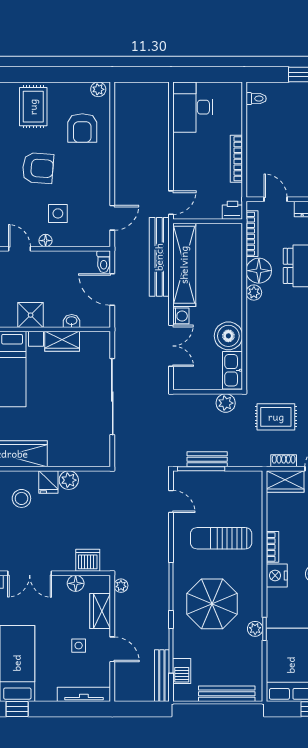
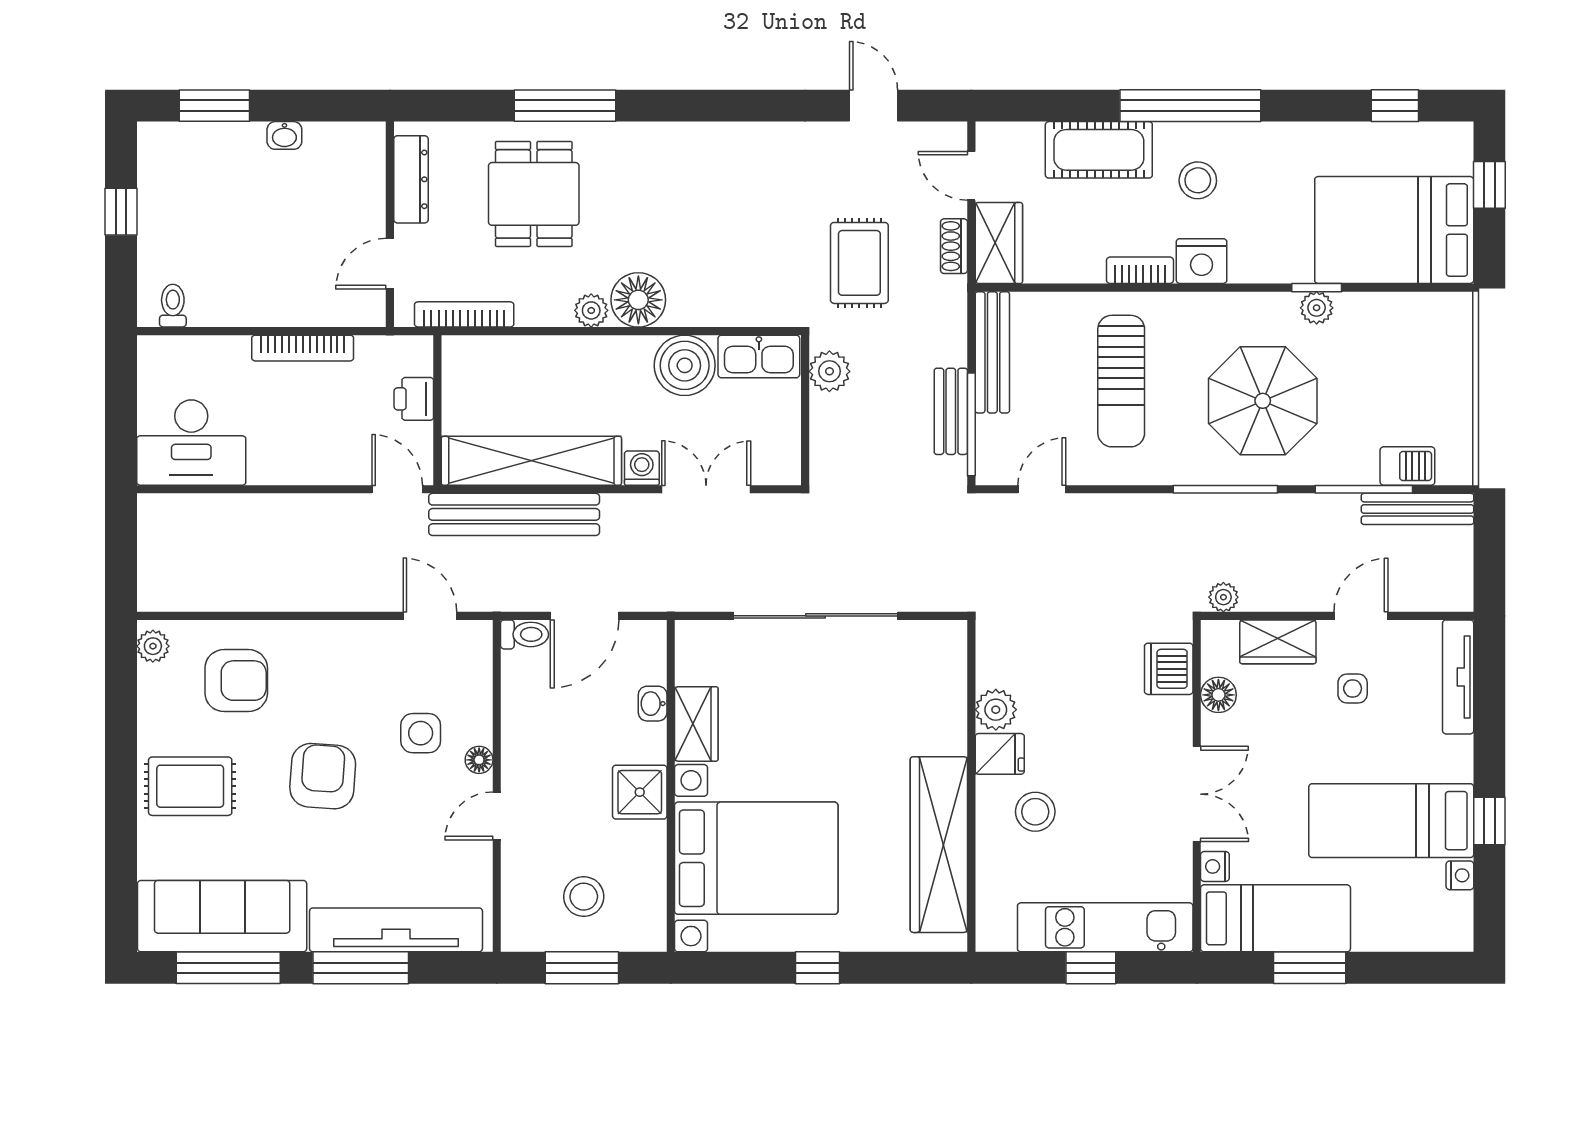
printer: (232, 210) -> (414, 399), moved
floor lamp: (259, 271) -> (638, 300), moved
bench: (227, 694) -> (992, 352), moved

